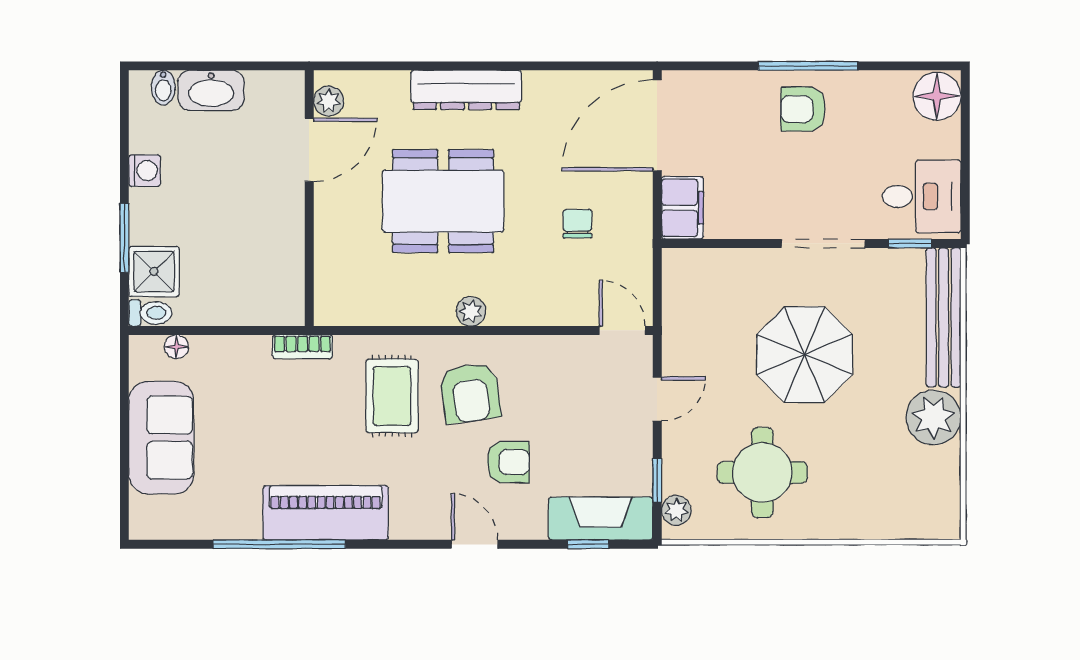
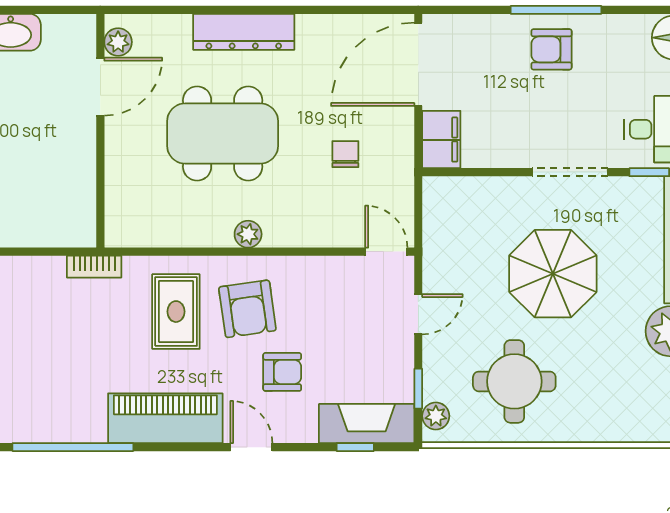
piano: (326, 513) -> (165, 418), moved

